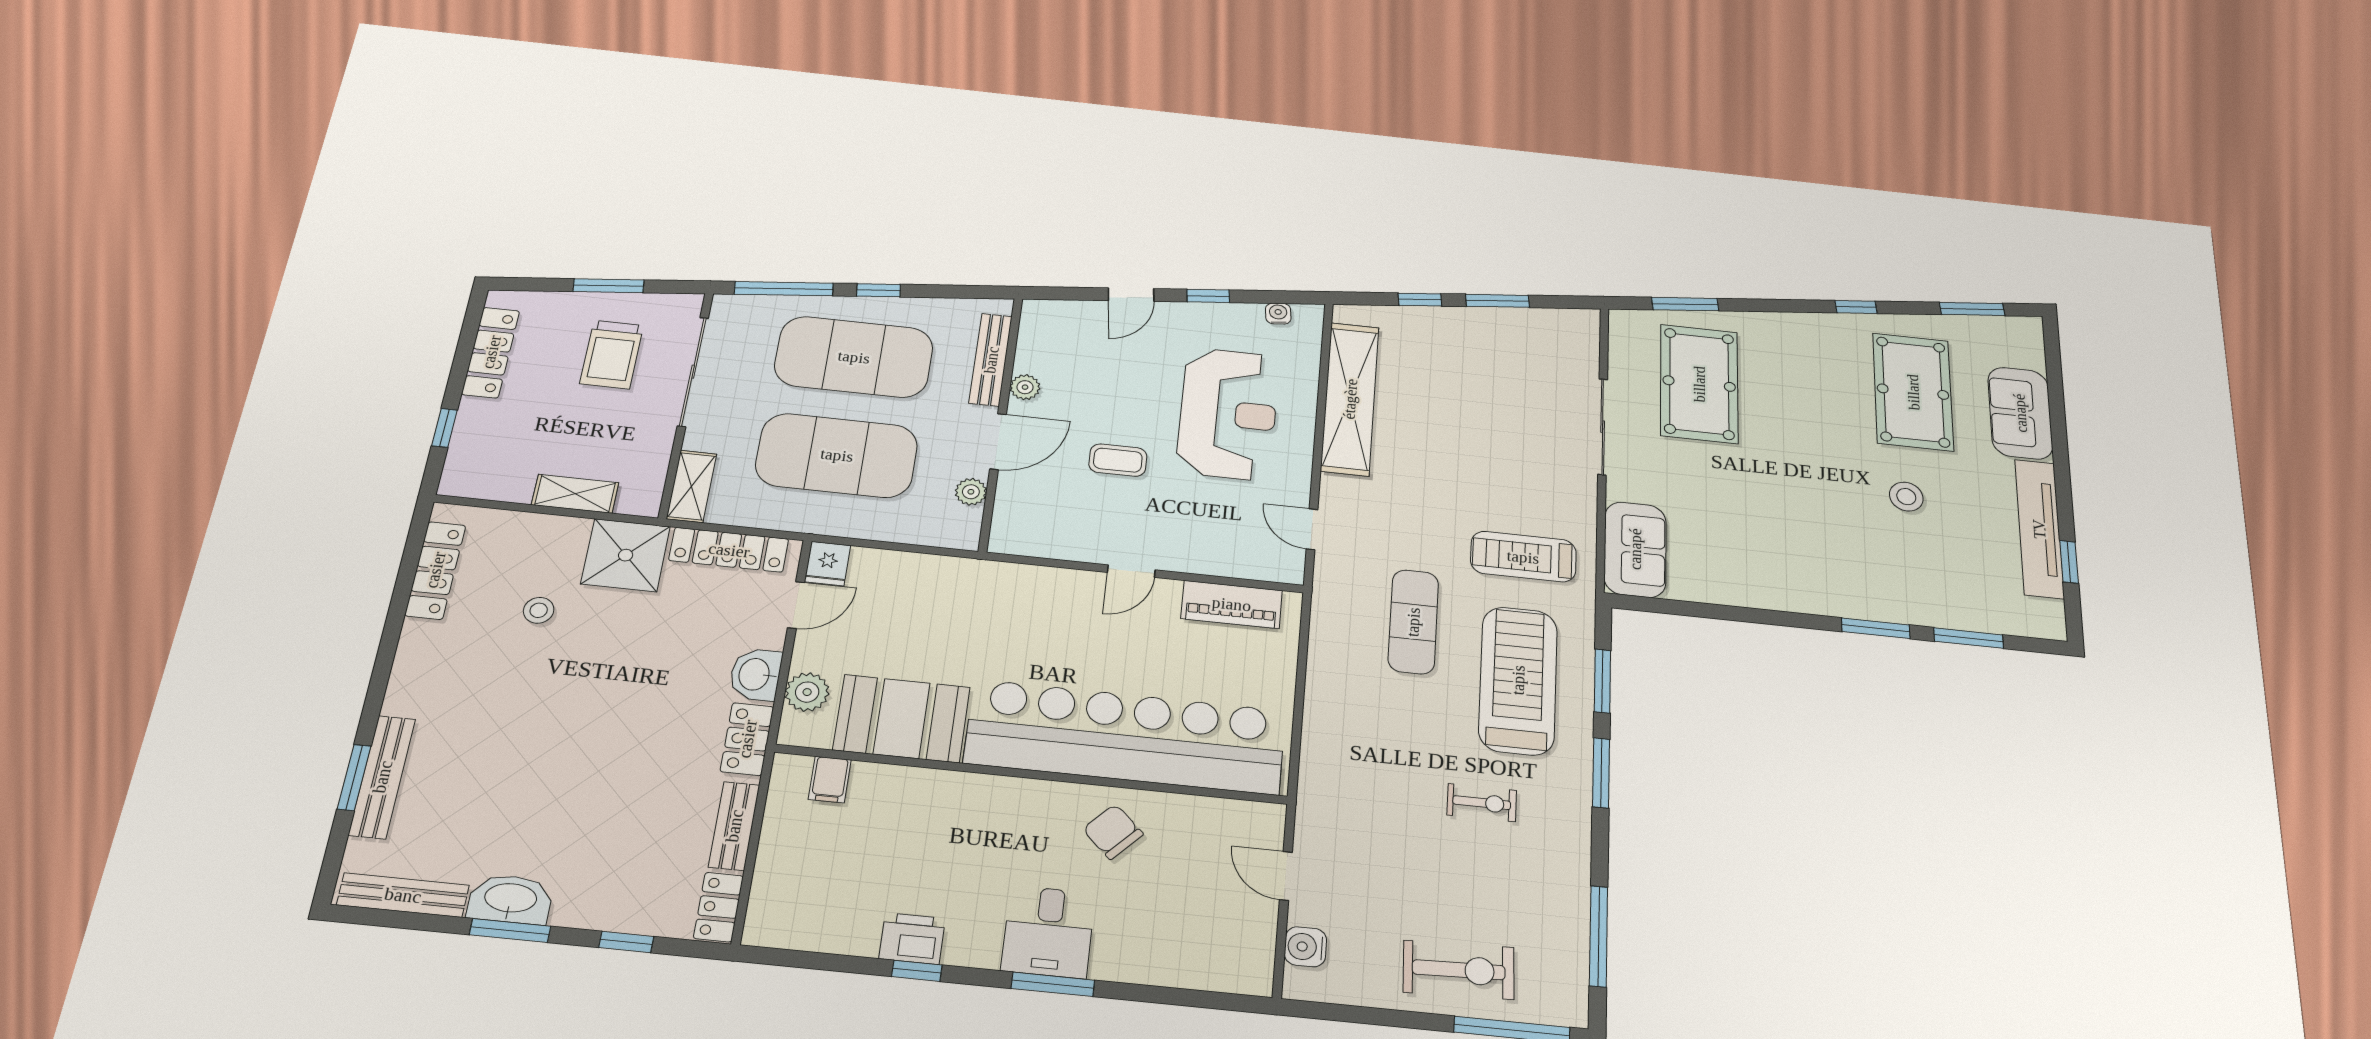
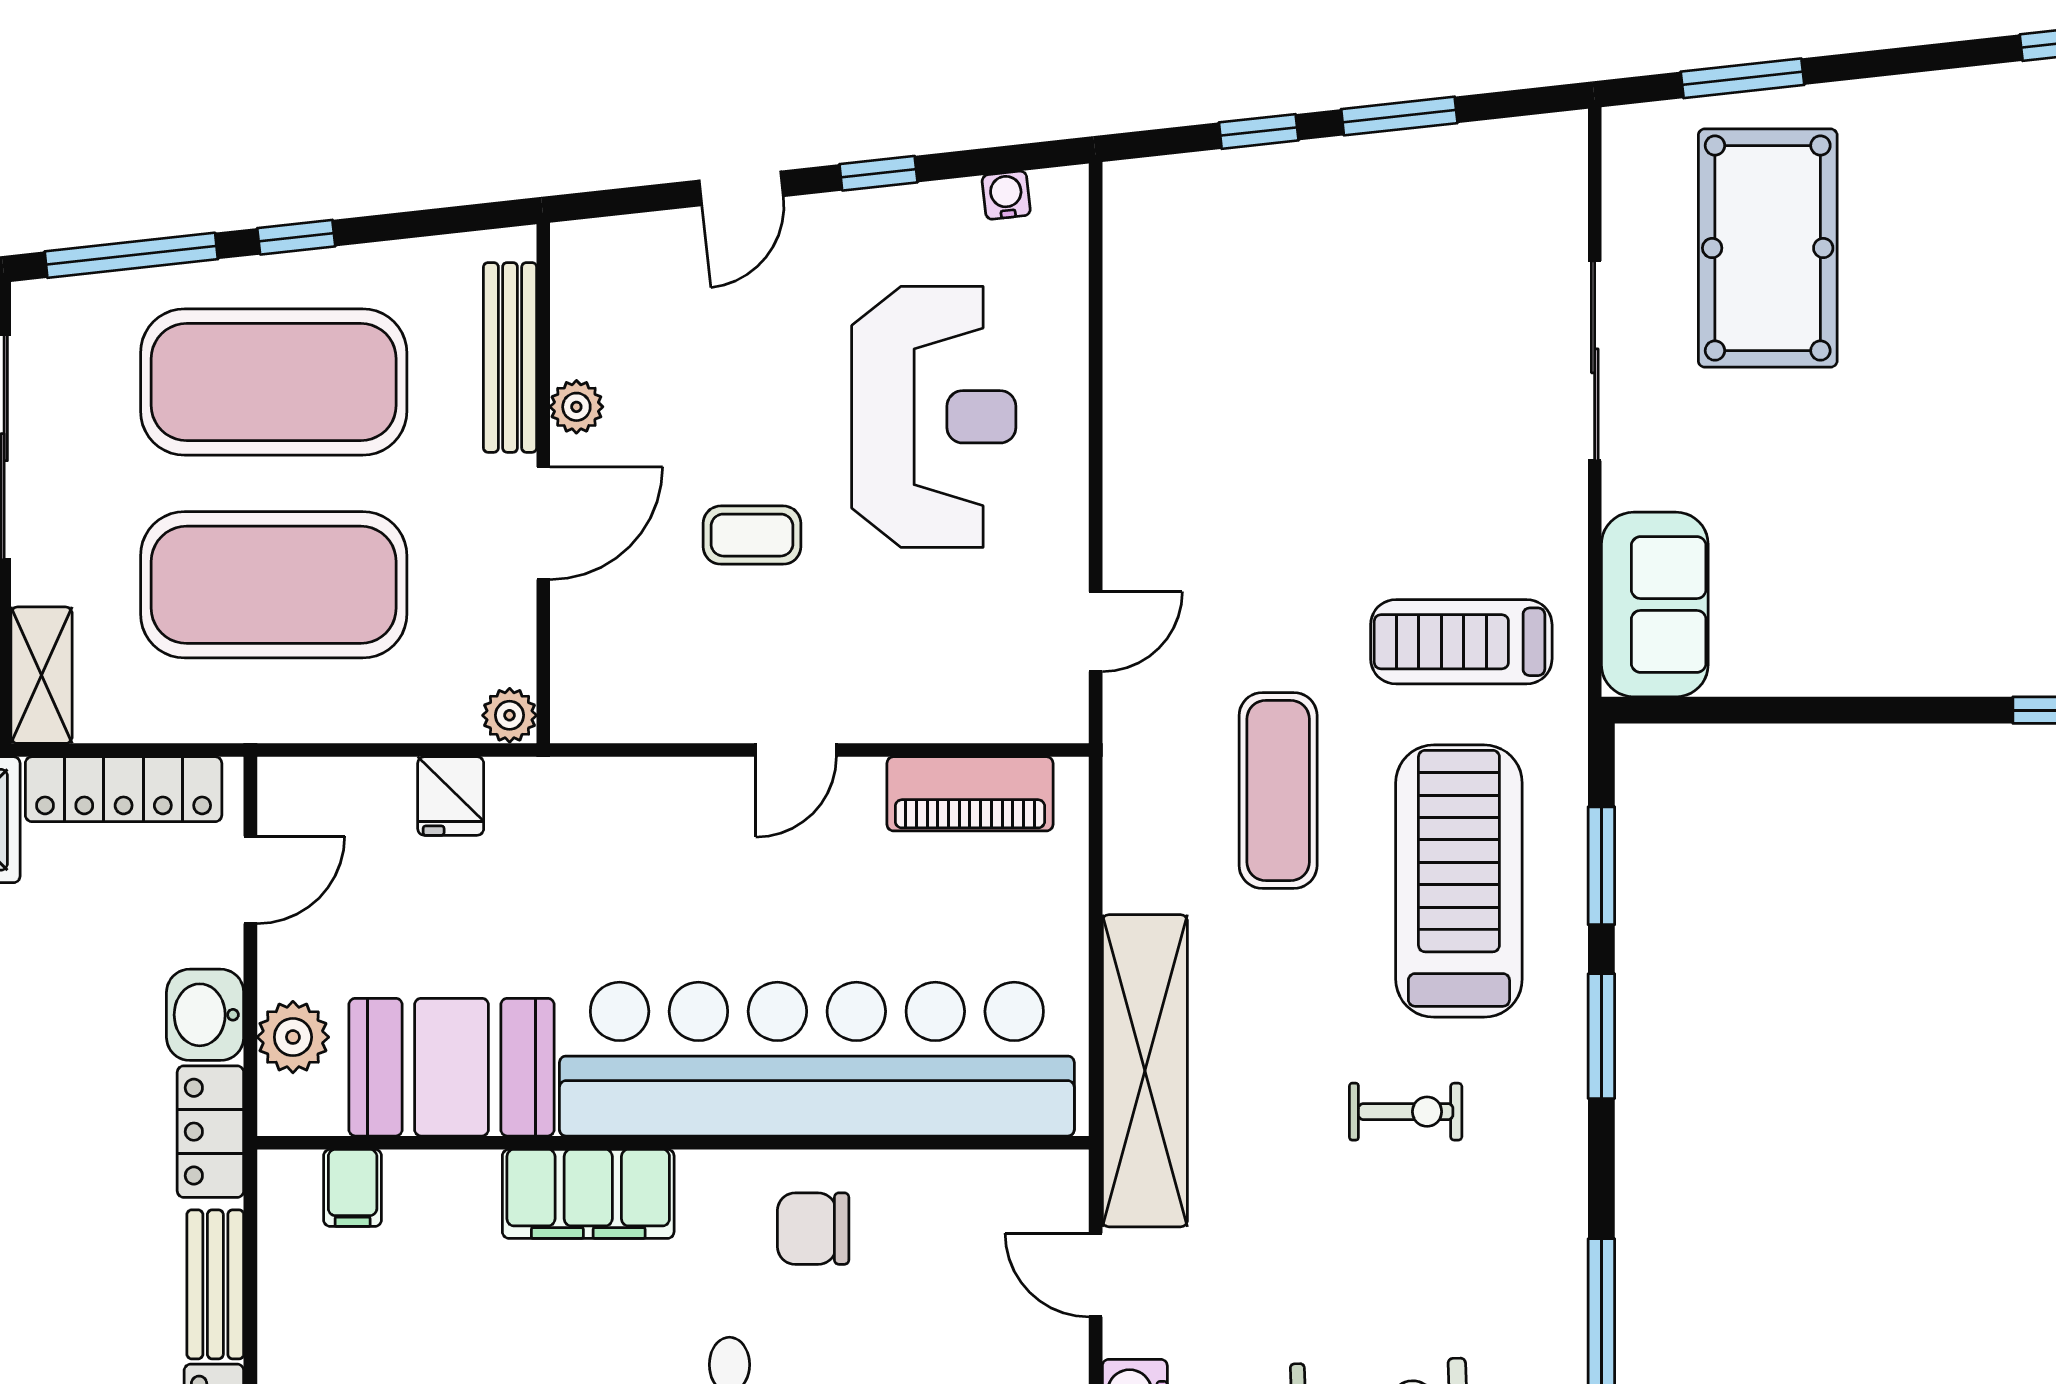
shelving: (1350, 399) -> (1145, 1071), moved
plant: (971, 492) -> (510, 715), moved
door: (1312, 529) -> (1096, 632), swing flipped
fridge: (828, 564) -> (451, 796), moved
filing cabinet: (976, 798) -> (588, 1194), added
chair: (1113, 832) -> (813, 1229), turned -44

